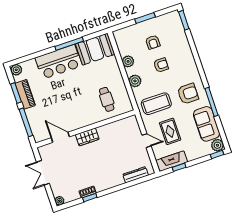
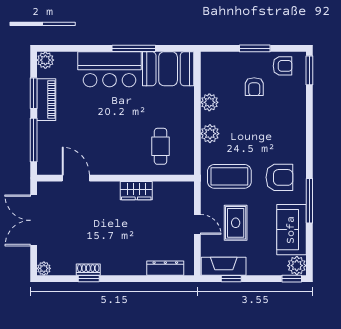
armchair: (161, 65) -> (282, 66), moved
wardrobe: (87, 137) -> (136, 191), moved
double door: (43, 173) -> (34, 220), width x1.37

